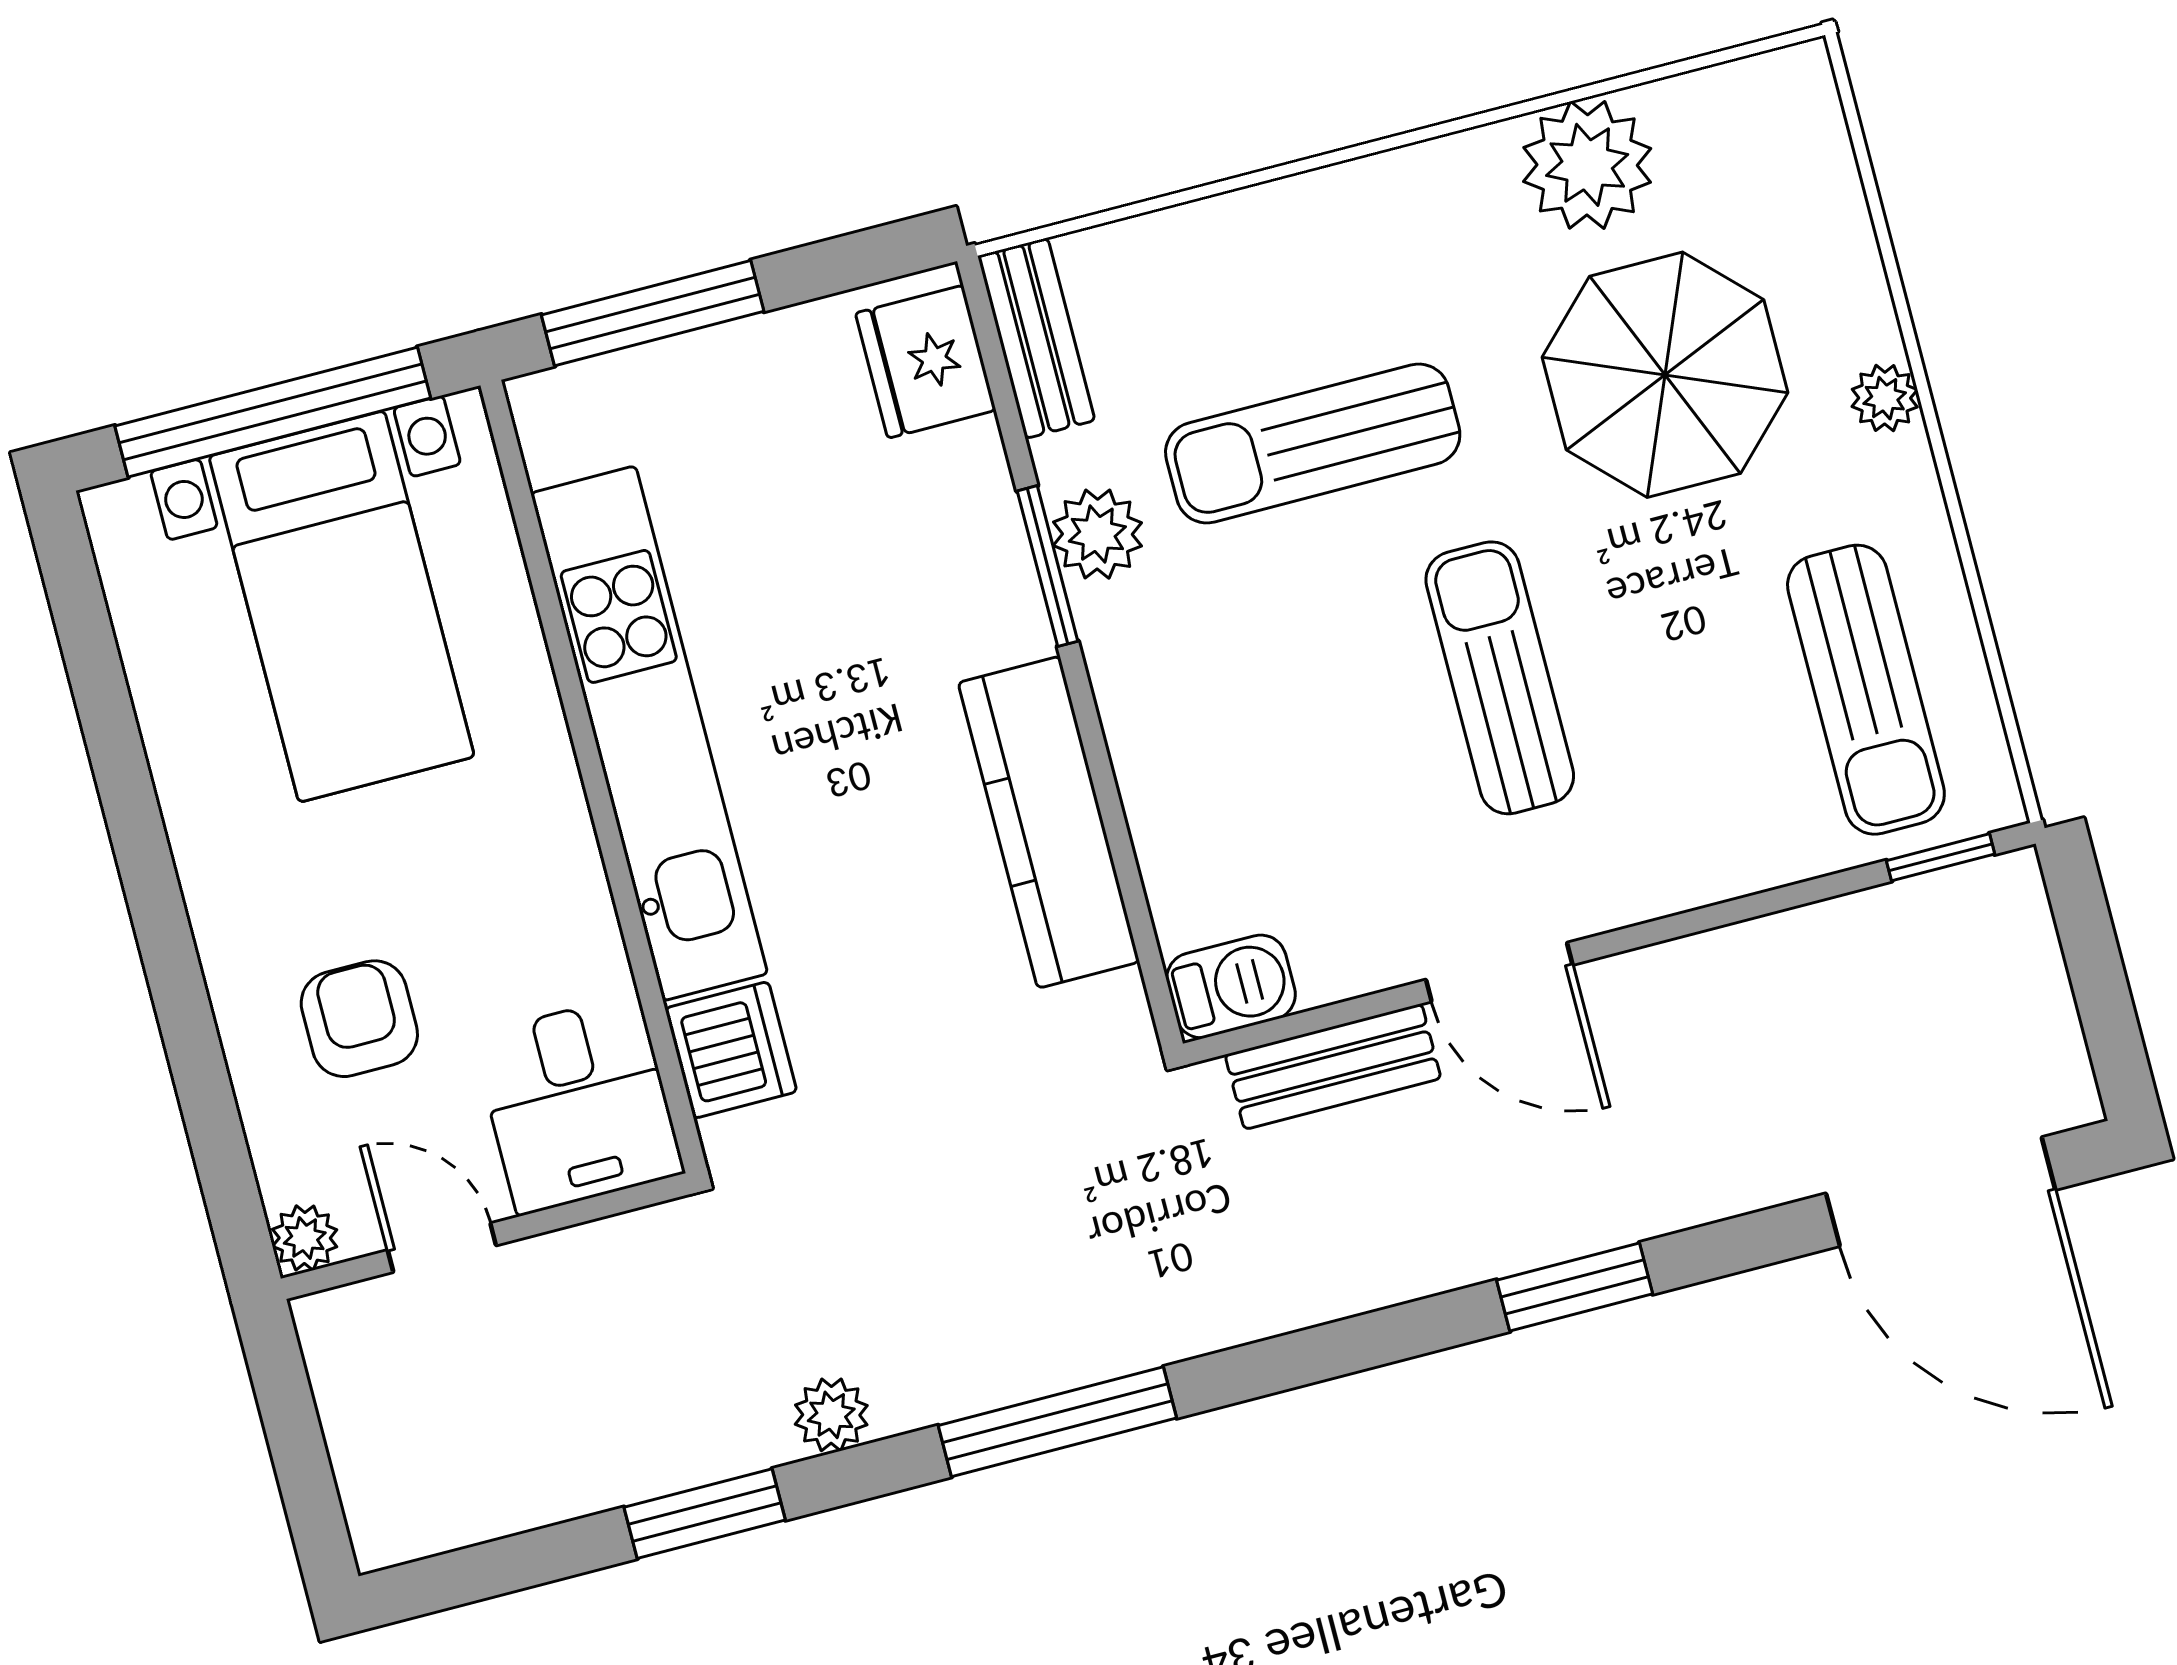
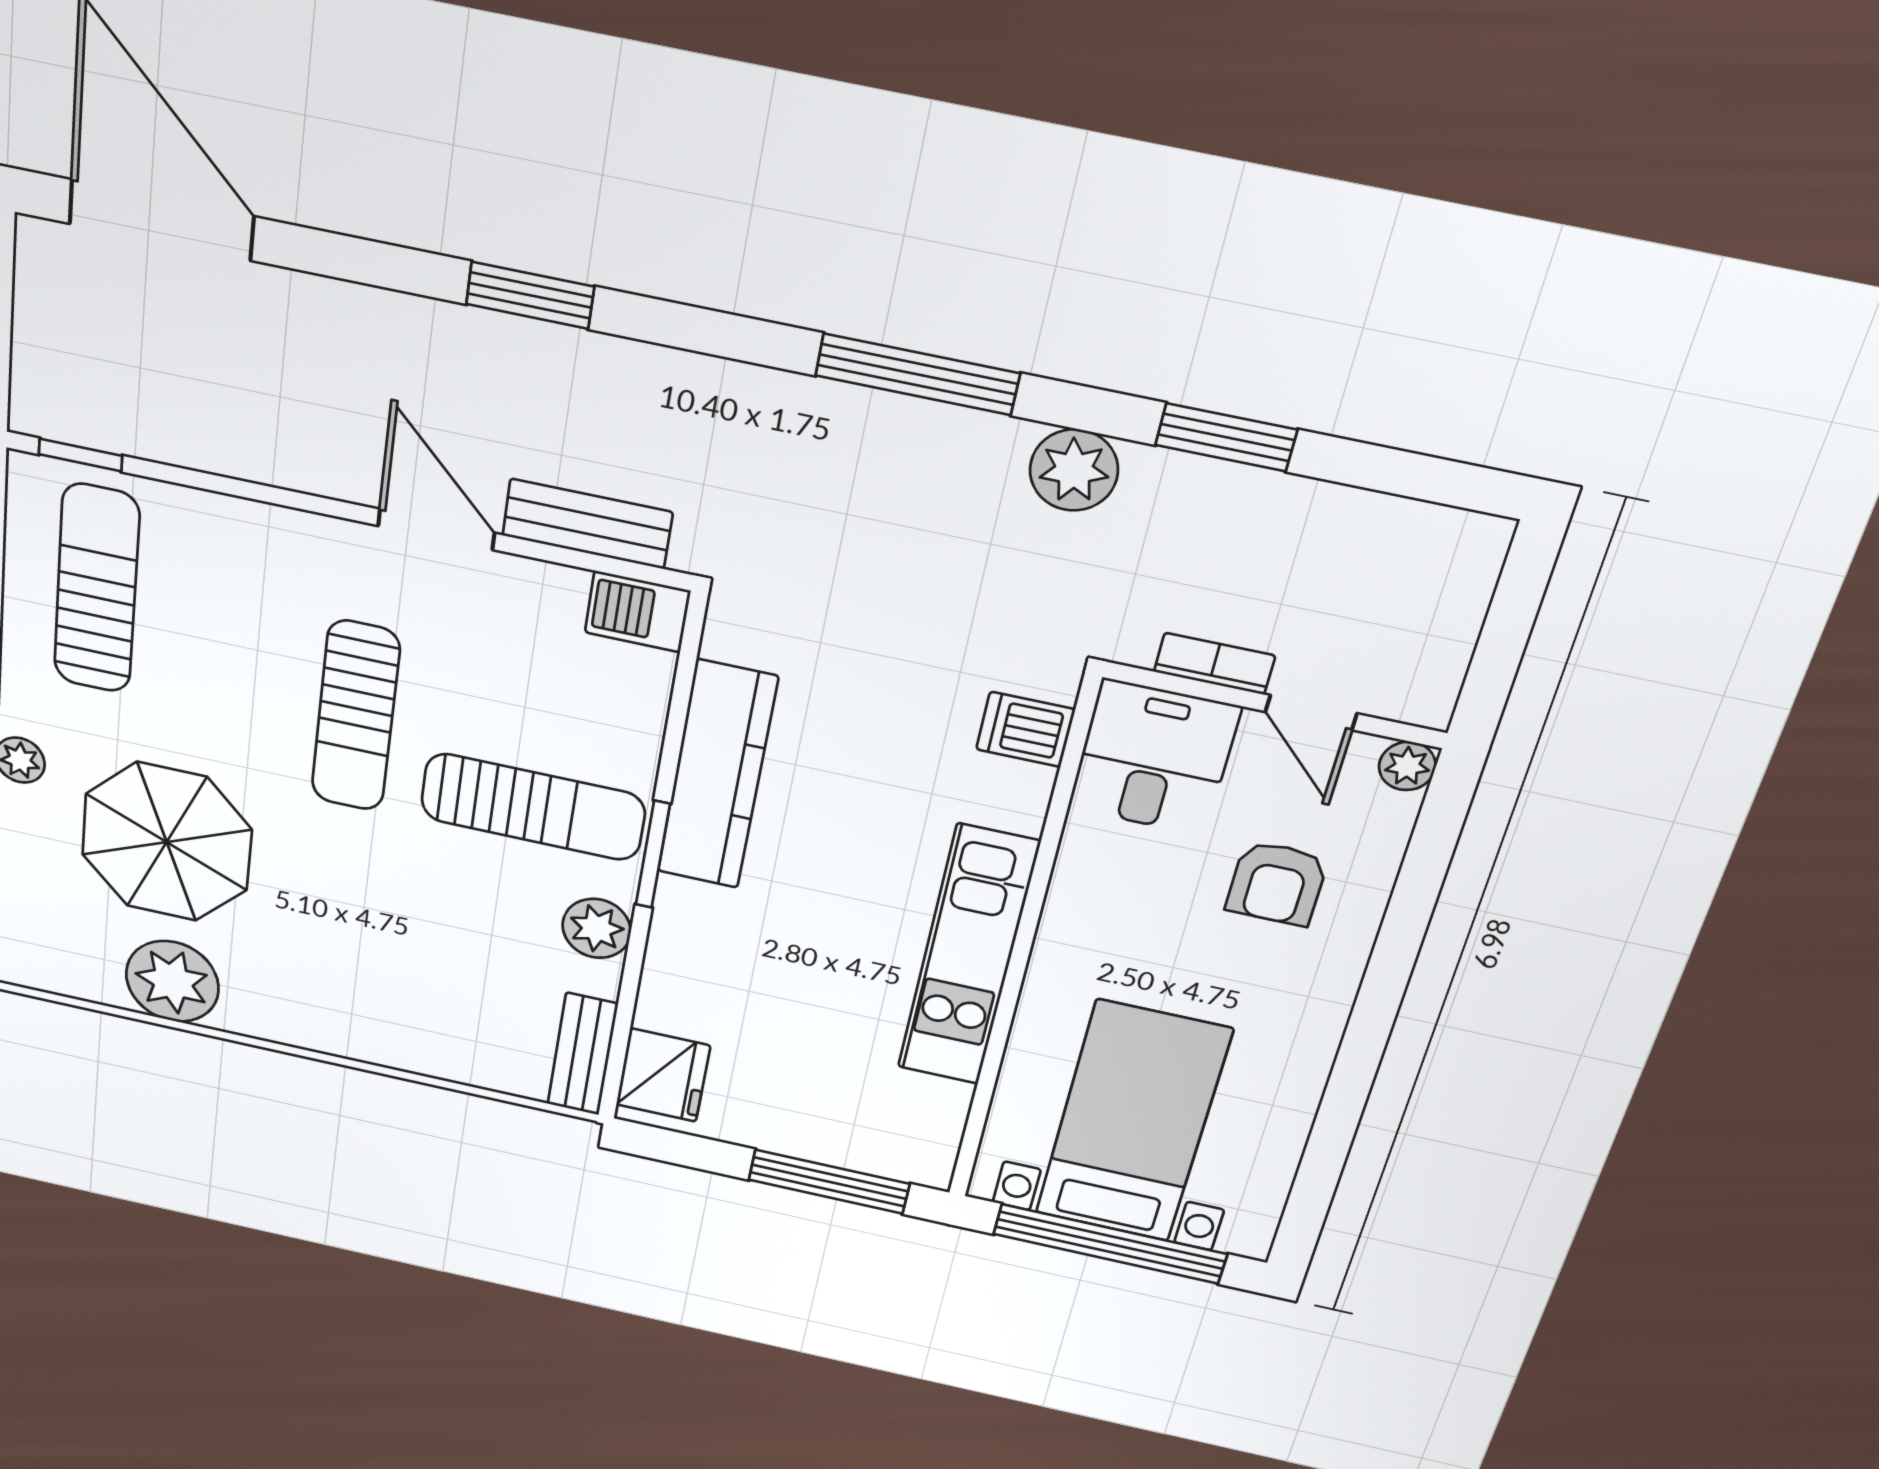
sun lounger: (1313, 443) -> (533, 807), moved
window: (1048, 566) -> (653, 854), moved
kitchen unit: (649, 733) -> (968, 956), width x0.73
dishwasher: (731, 1050) -> (1026, 729), width x0.73
bookcase: (575, 1252) -> (1215, 664), added
window: (1575, 1287) -> (530, 295), moved
plant: (831, 1415) -> (1074, 470), width x1.38, depth x1.38

